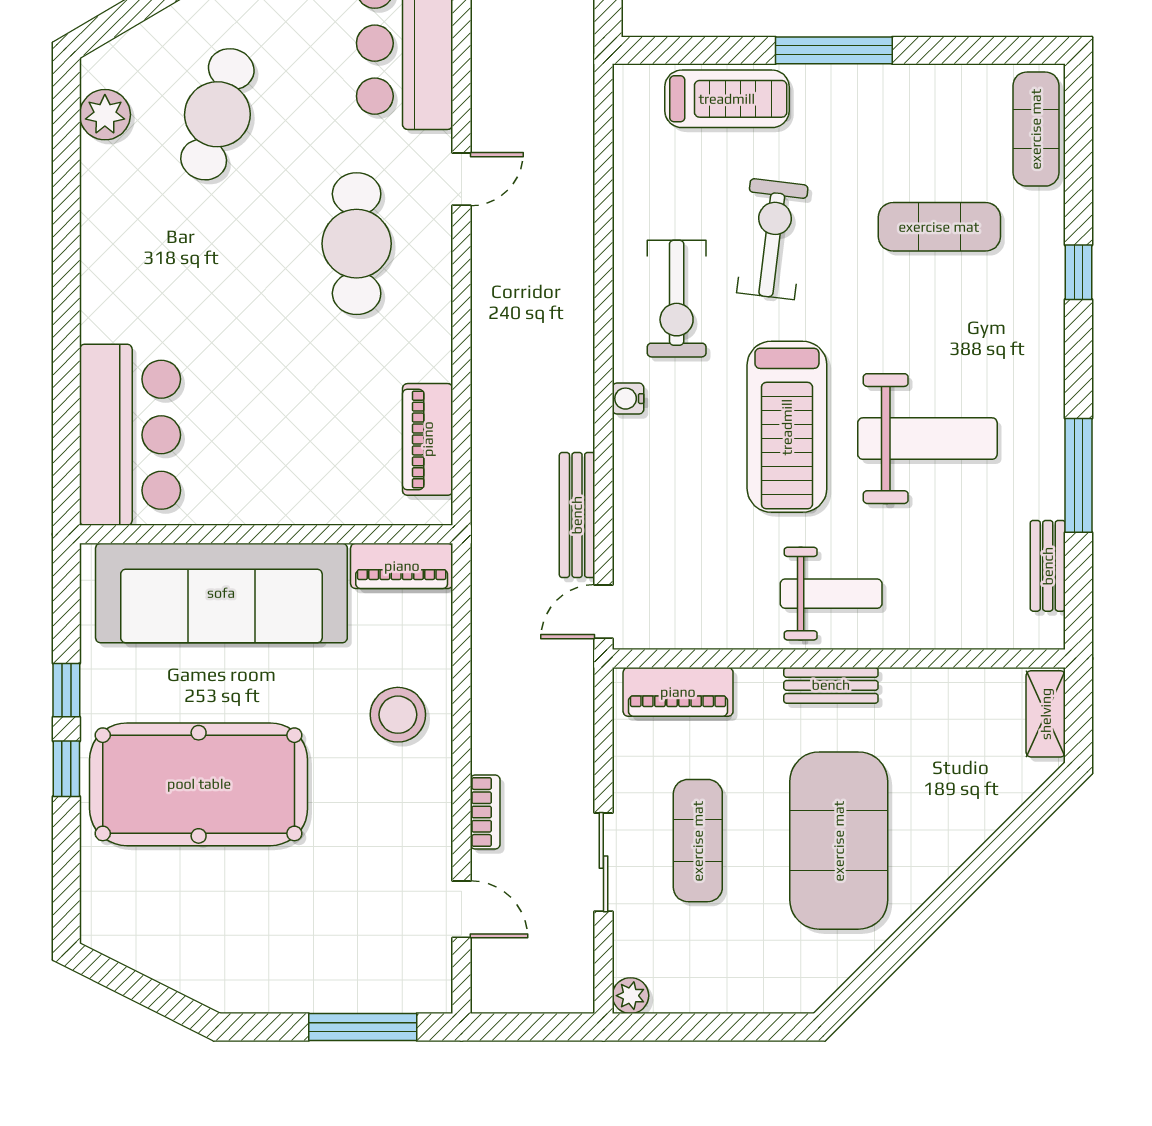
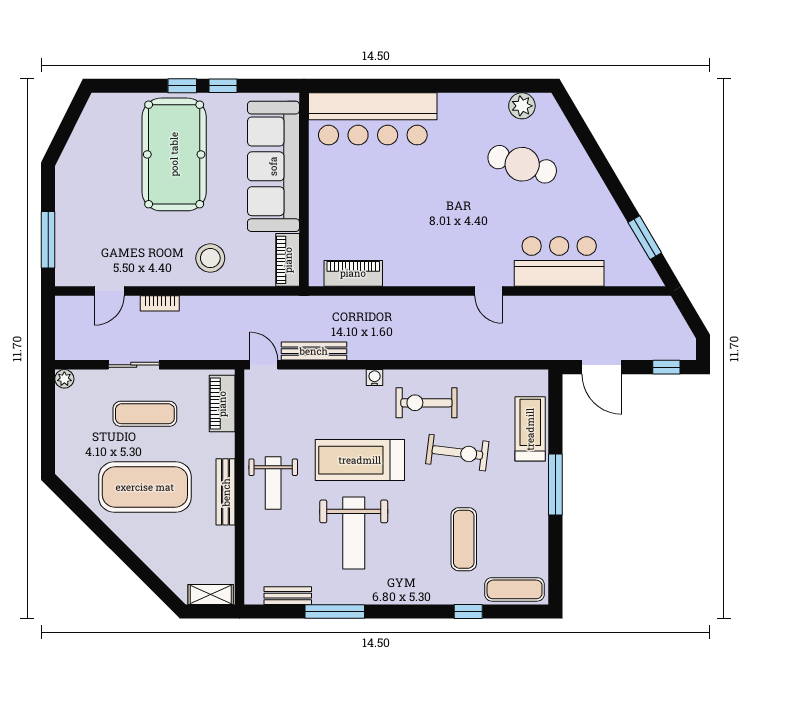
treadmill: (727, 99) -> (530, 429), turned 180
cafe table: (357, 244) -> (455, 237), removed
window: (1078, 272) -> (468, 612), moved
bar counter: (130, 435) -> (373, 119), width x1.36
bench: (831, 685) -> (226, 492), width x1.36

